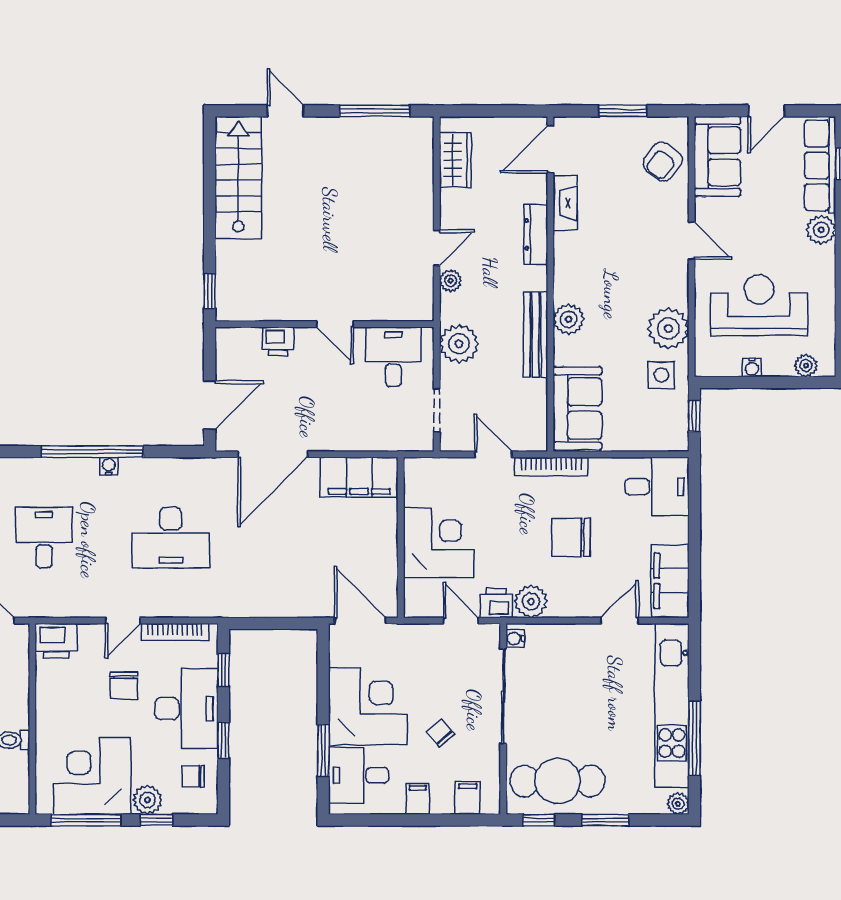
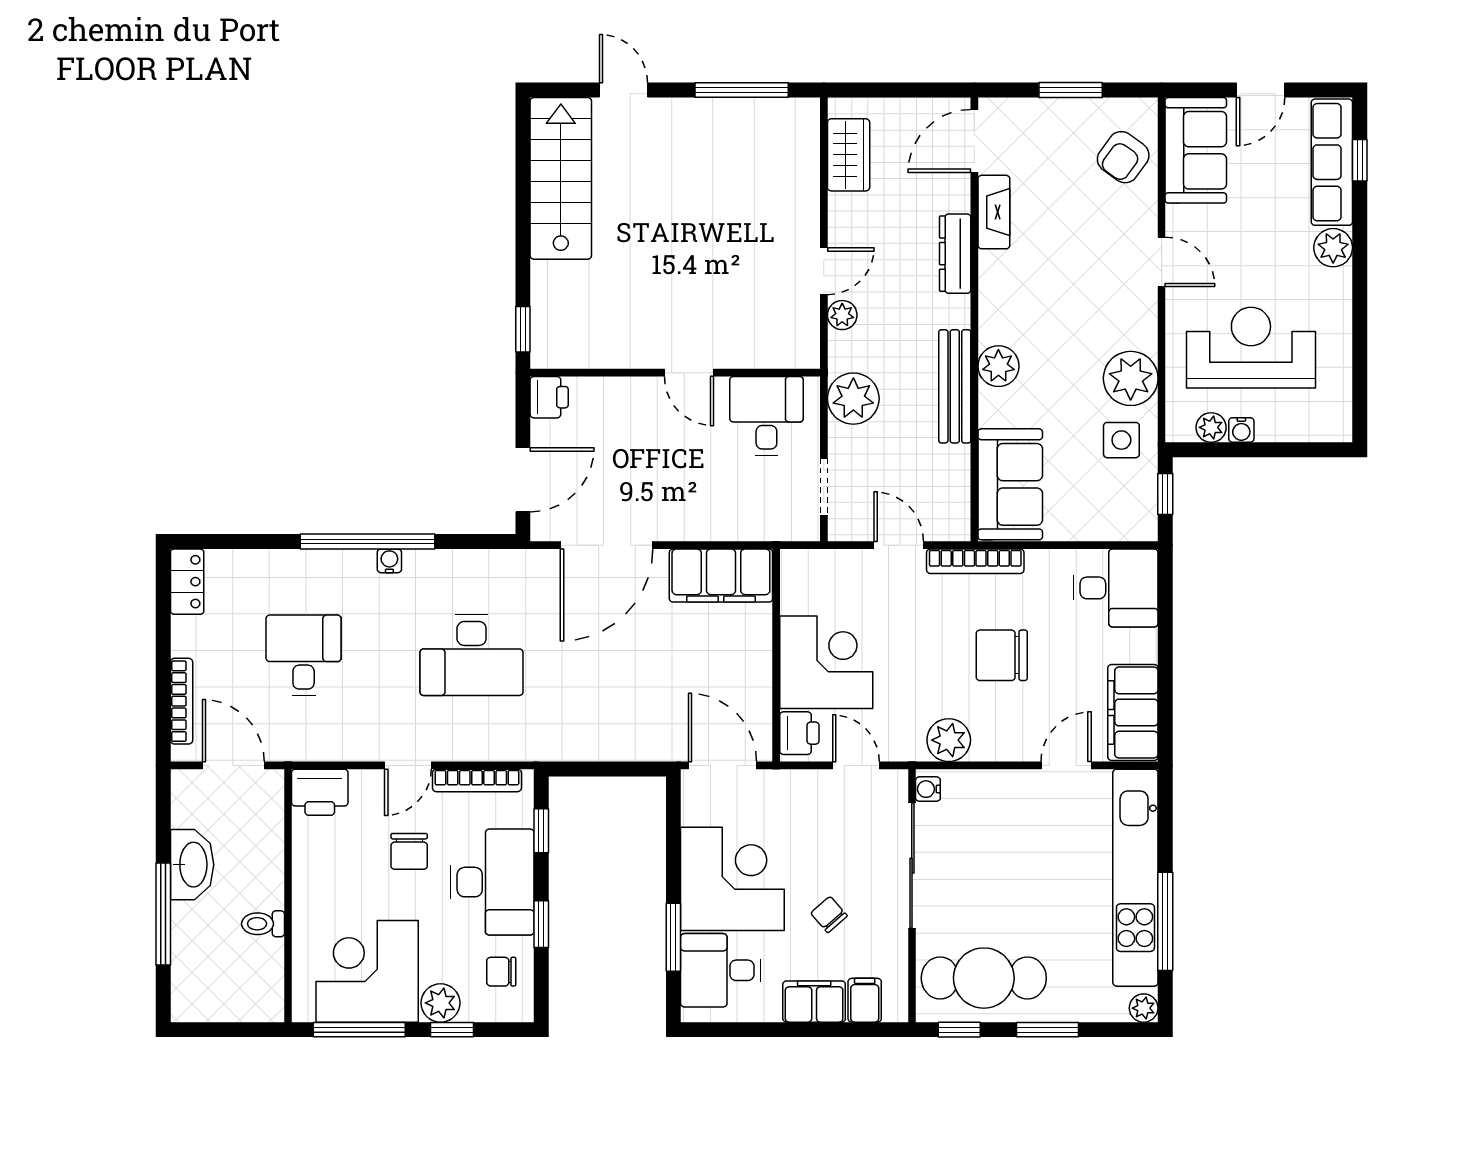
printer: (278, 341) -> (549, 397), moved, turned -90
plant: (806, 366) -> (1211, 427), moved
printer: (496, 603) -> (799, 733), moved, turned 90
filing cabinet: (418, 799) -> (814, 1002), width x2.00

